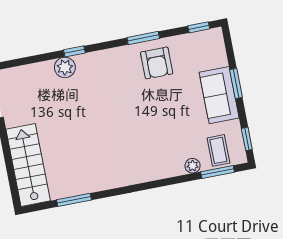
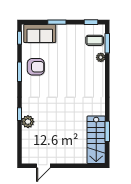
sofa: (219, 95) -> (40, 33), moved
stairs: (28, 165) -> (96, 140), moved, turned -90

